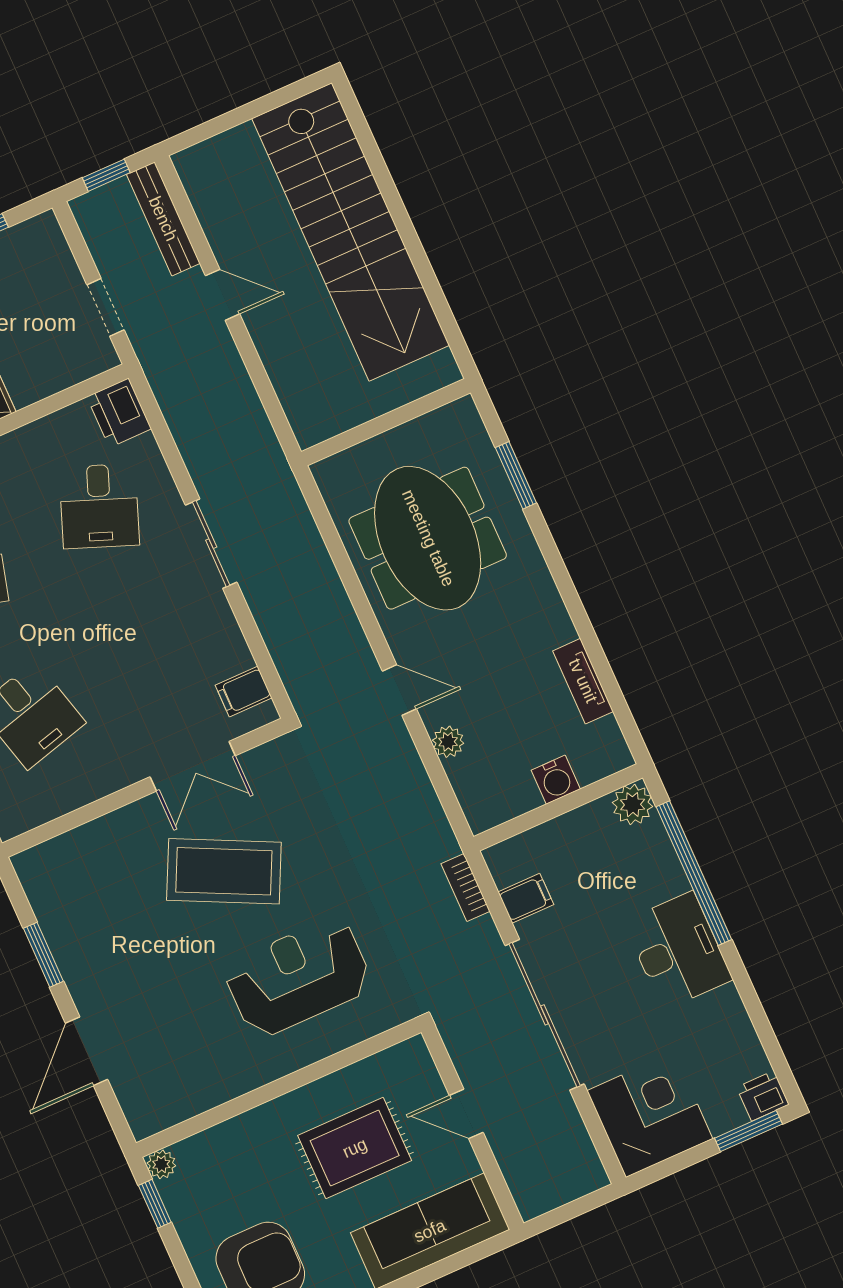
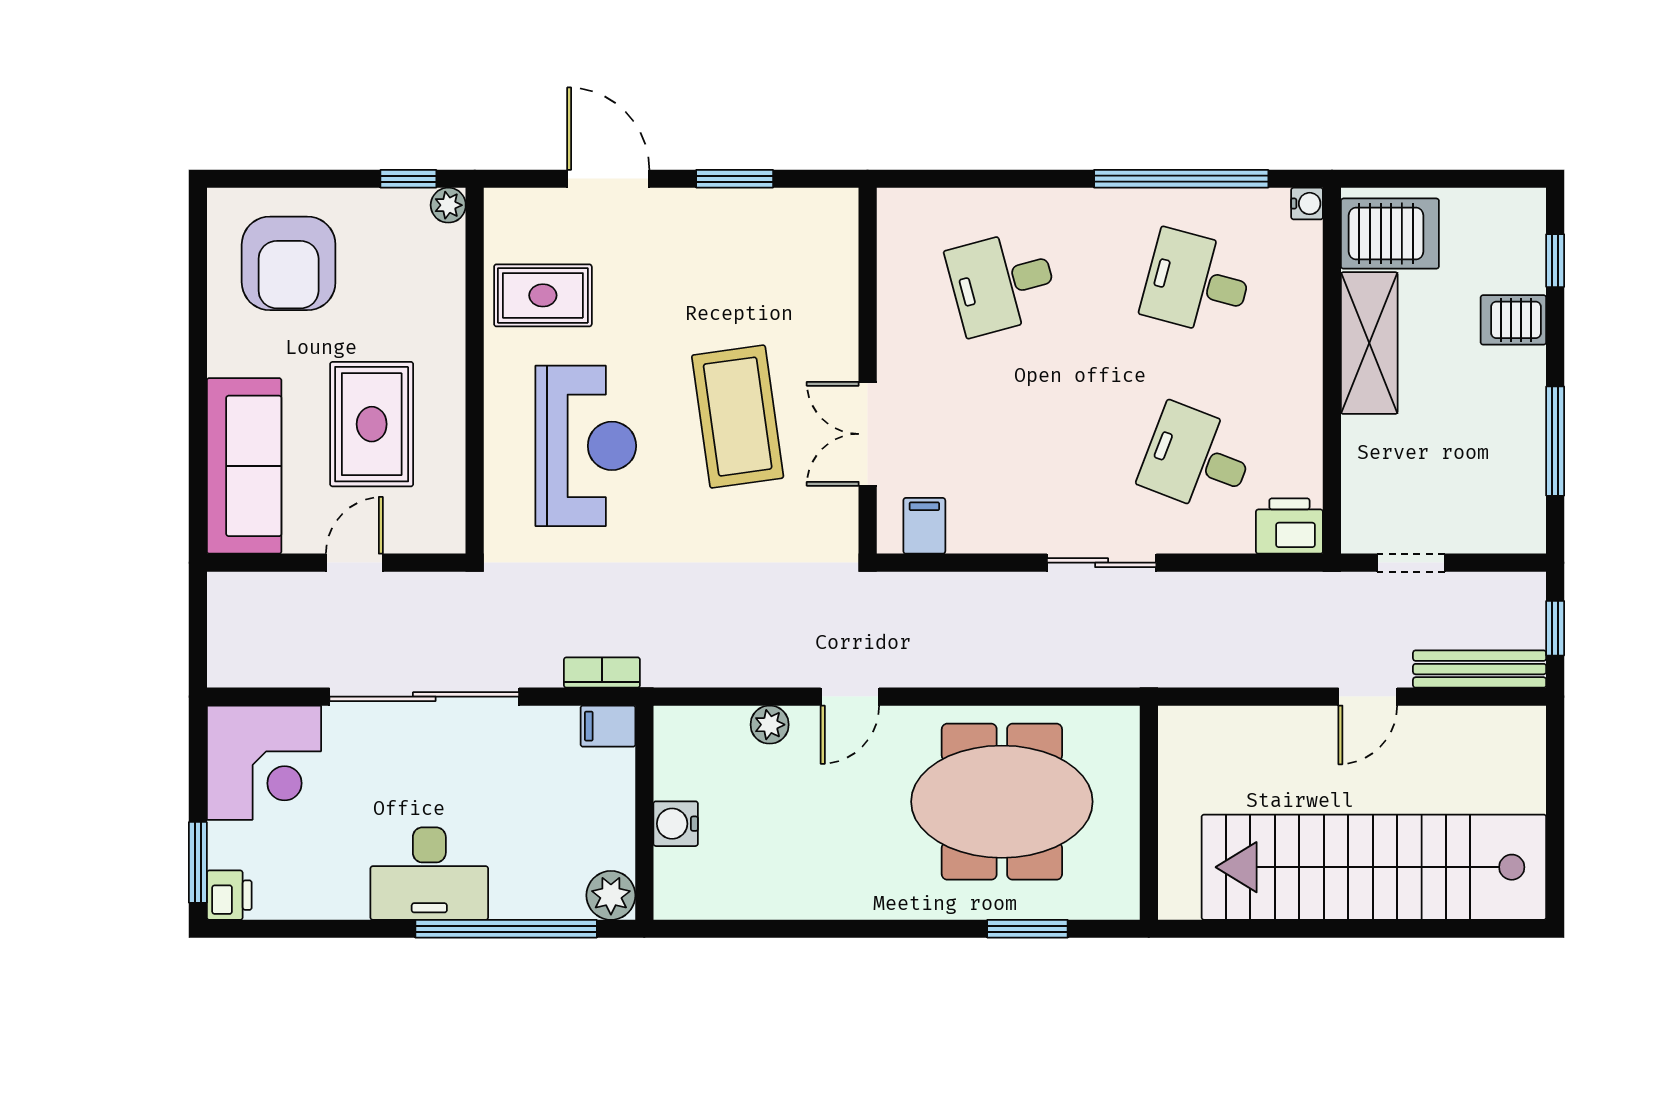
tv unit: (583, 681) -> (770, 901), removed
coffee table: (224, 871) -> (738, 417), turned -34
filing cabinet: (526, 898) -> (608, 726), moved, turned 90
rug: (198, 1061) -> (543, 295), added

